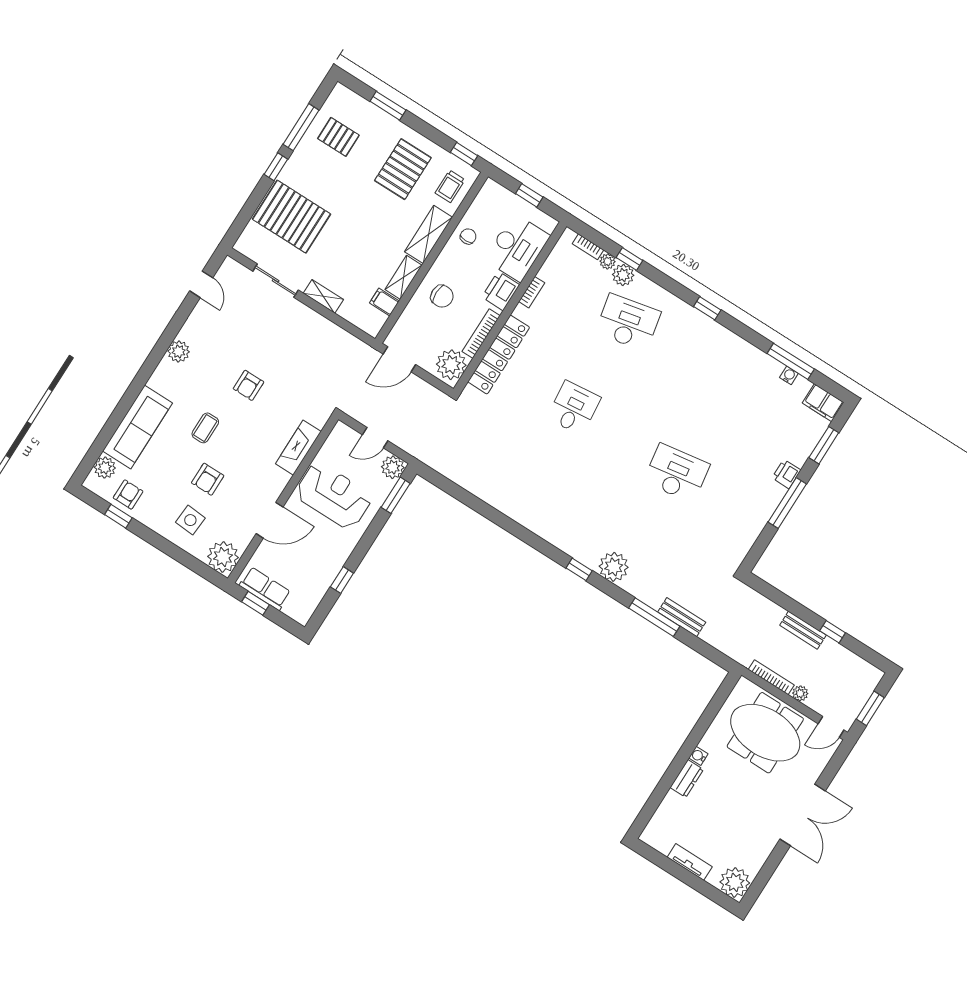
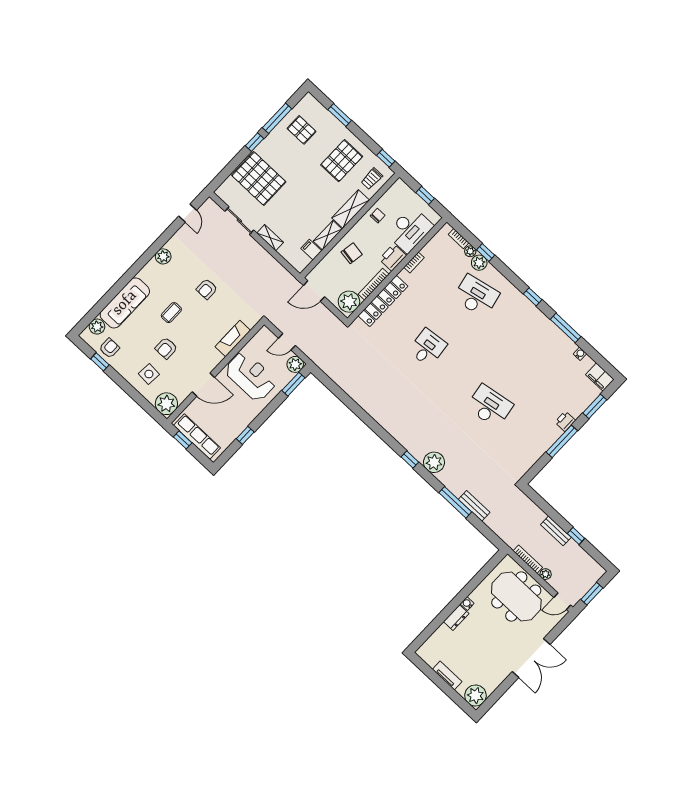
chair: (442, 296) -> (352, 253), turned -81
window: (791, 361) -> (566, 328), moved
row of seats: (265, 589) -> (197, 437), width x1.48

